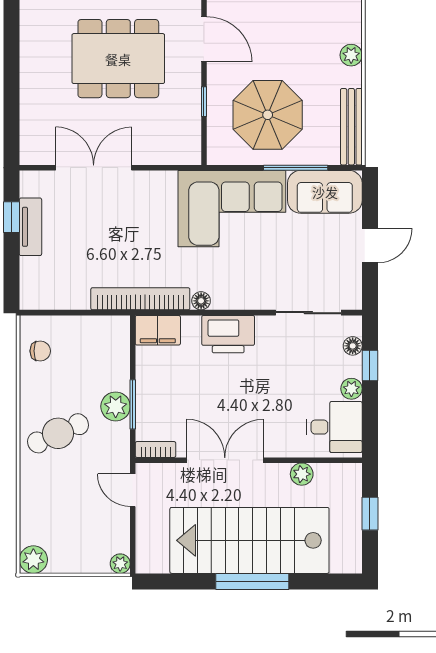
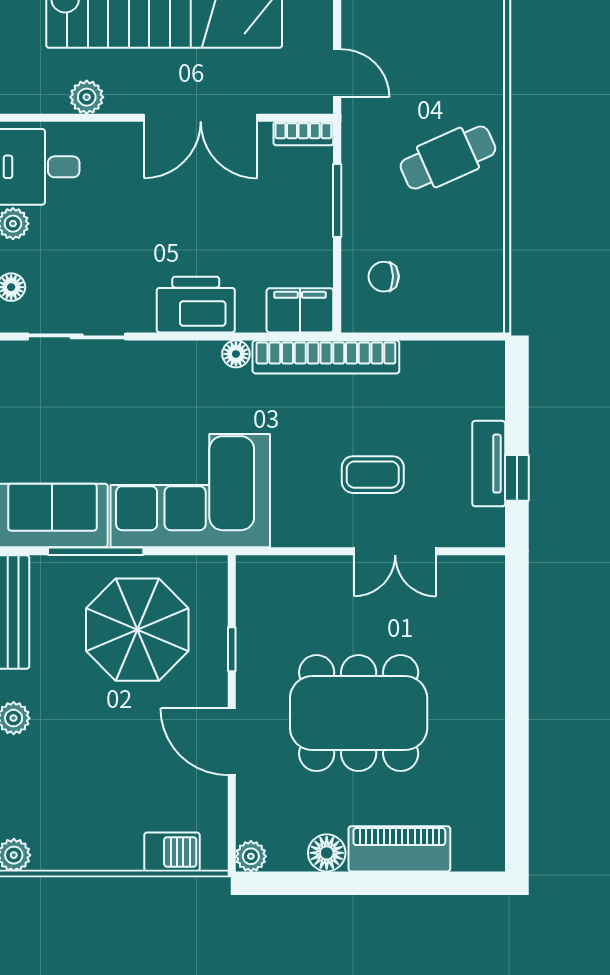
double door: (94, 168) -> (395, 551), width x0.73
coffee table: (109, 219) -> (373, 475), added
chair: (40, 351) -> (384, 277), moved
plant: (116, 406) -> (363, 197), removed

